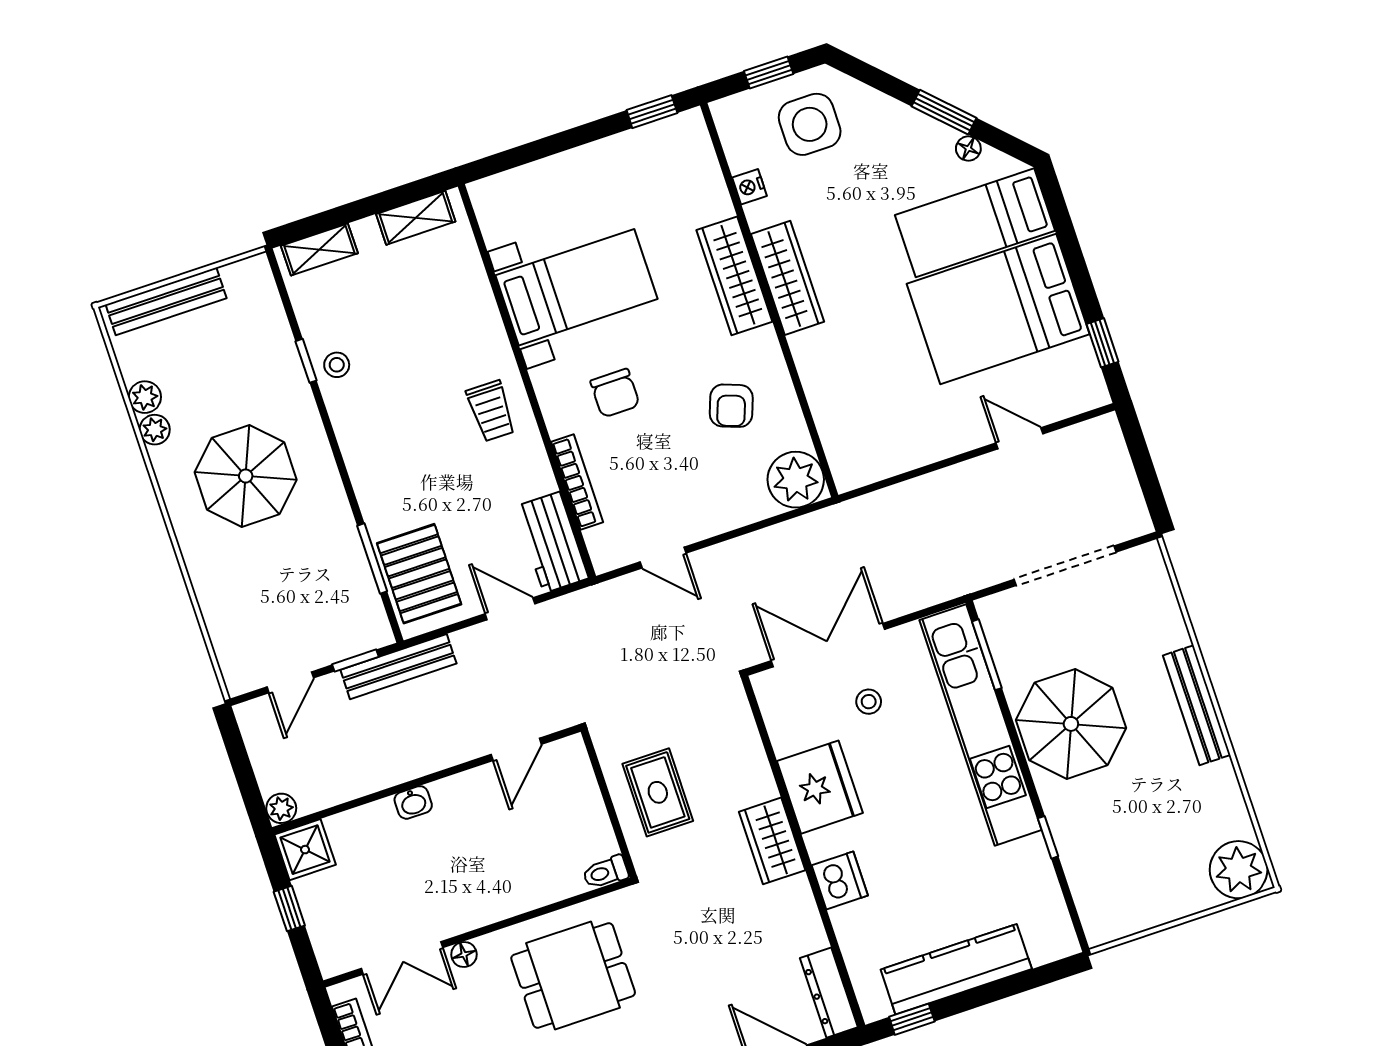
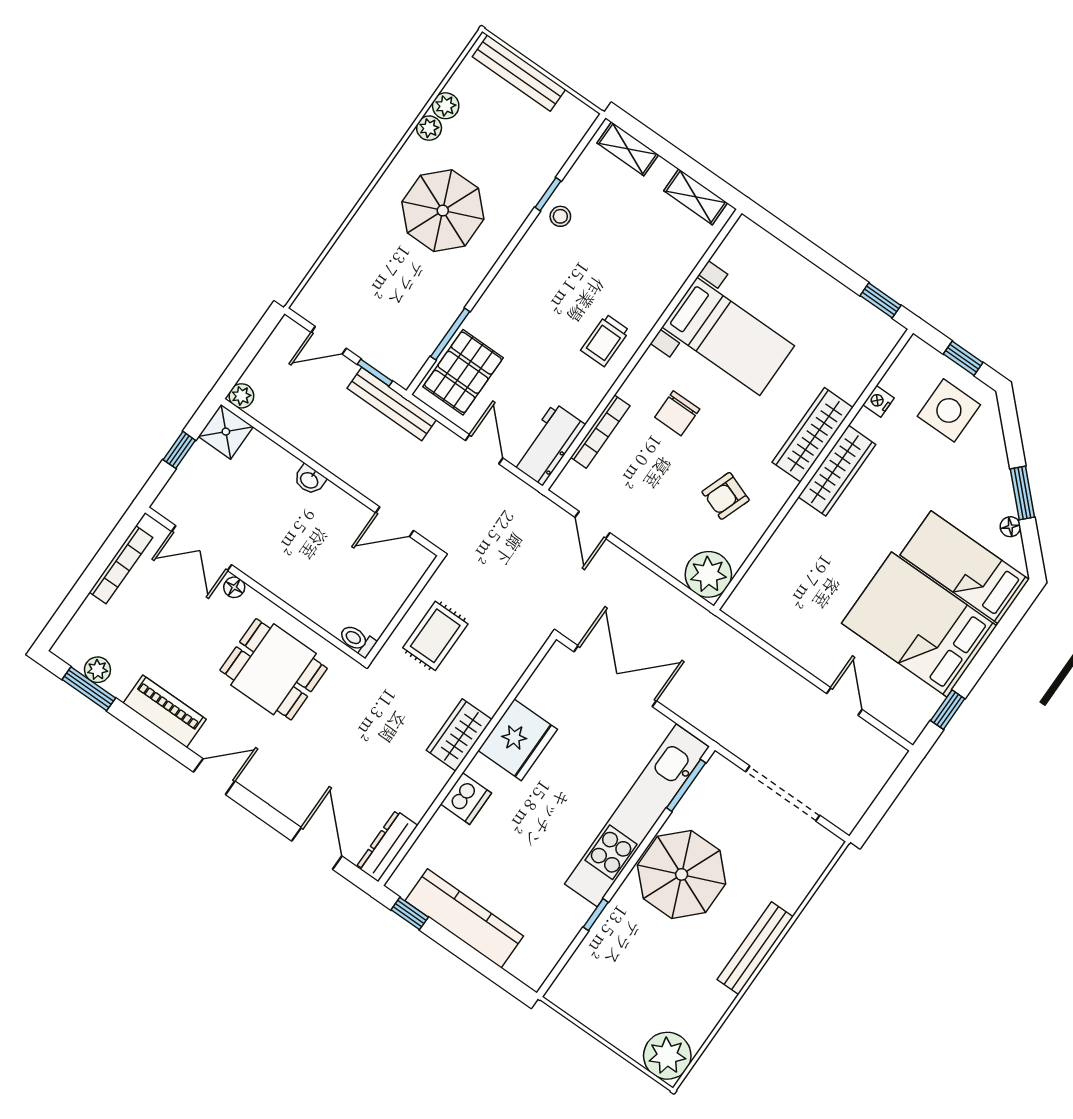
stool: (869, 702) -> (598, 730), removed

